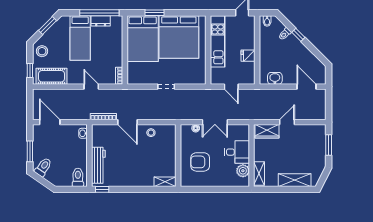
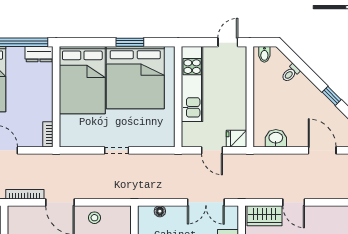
window: (154, 13) -> (130, 42), moved
dresser: (101, 21) -> (39, 54), moved
window: (298, 35) -> (332, 96), moved
fridge: (248, 56) -> (236, 139), moved
double door: (215, 122) -> (206, 202), moved
door: (287, 122) -> (294, 202), swing flipped

